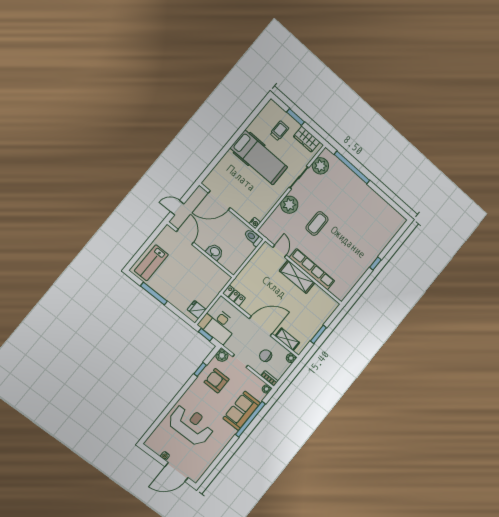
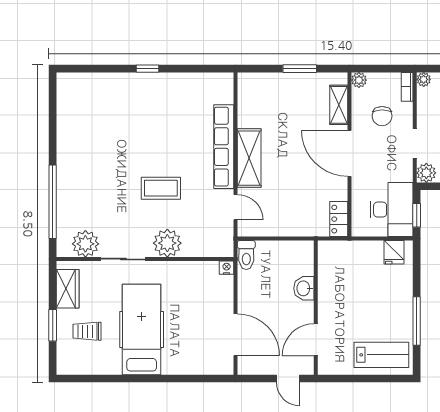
door: (280, 251) -> (236, 207), swing flipped

